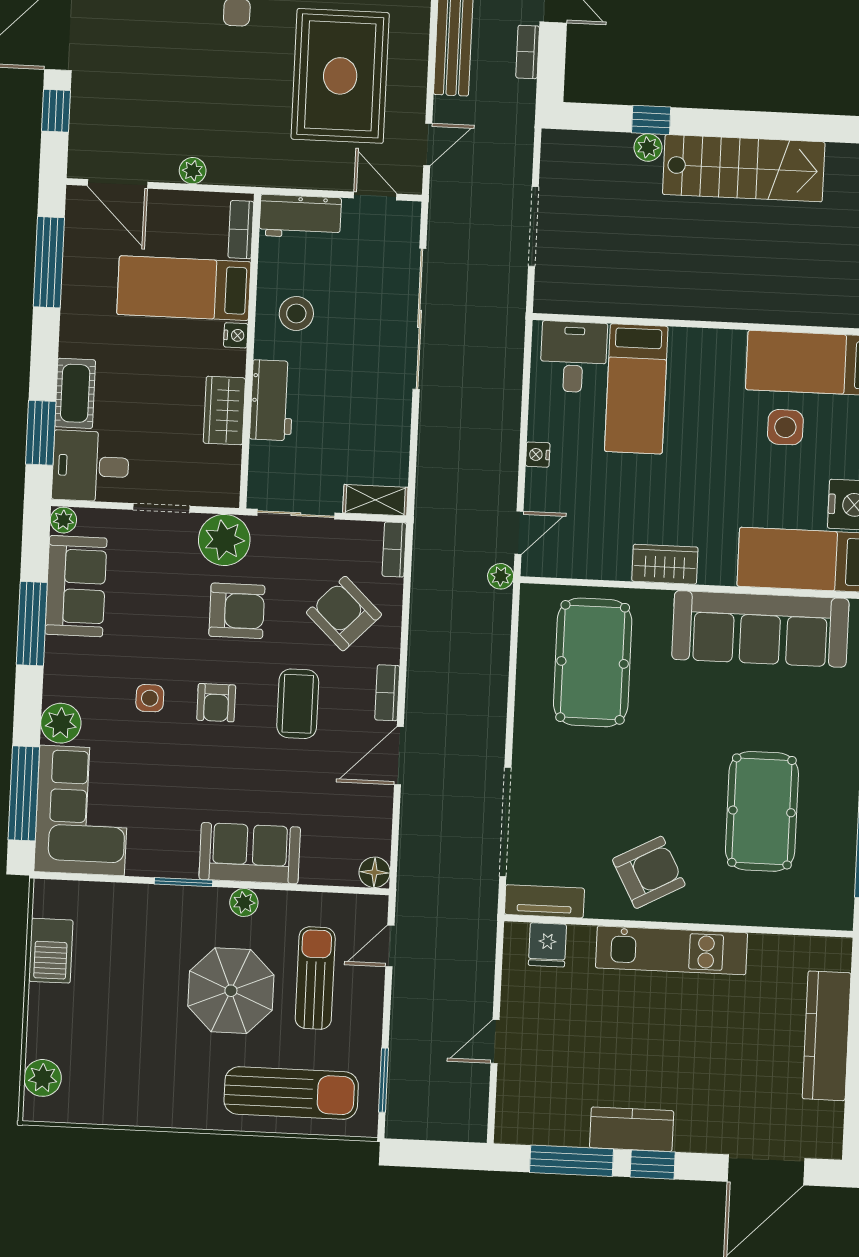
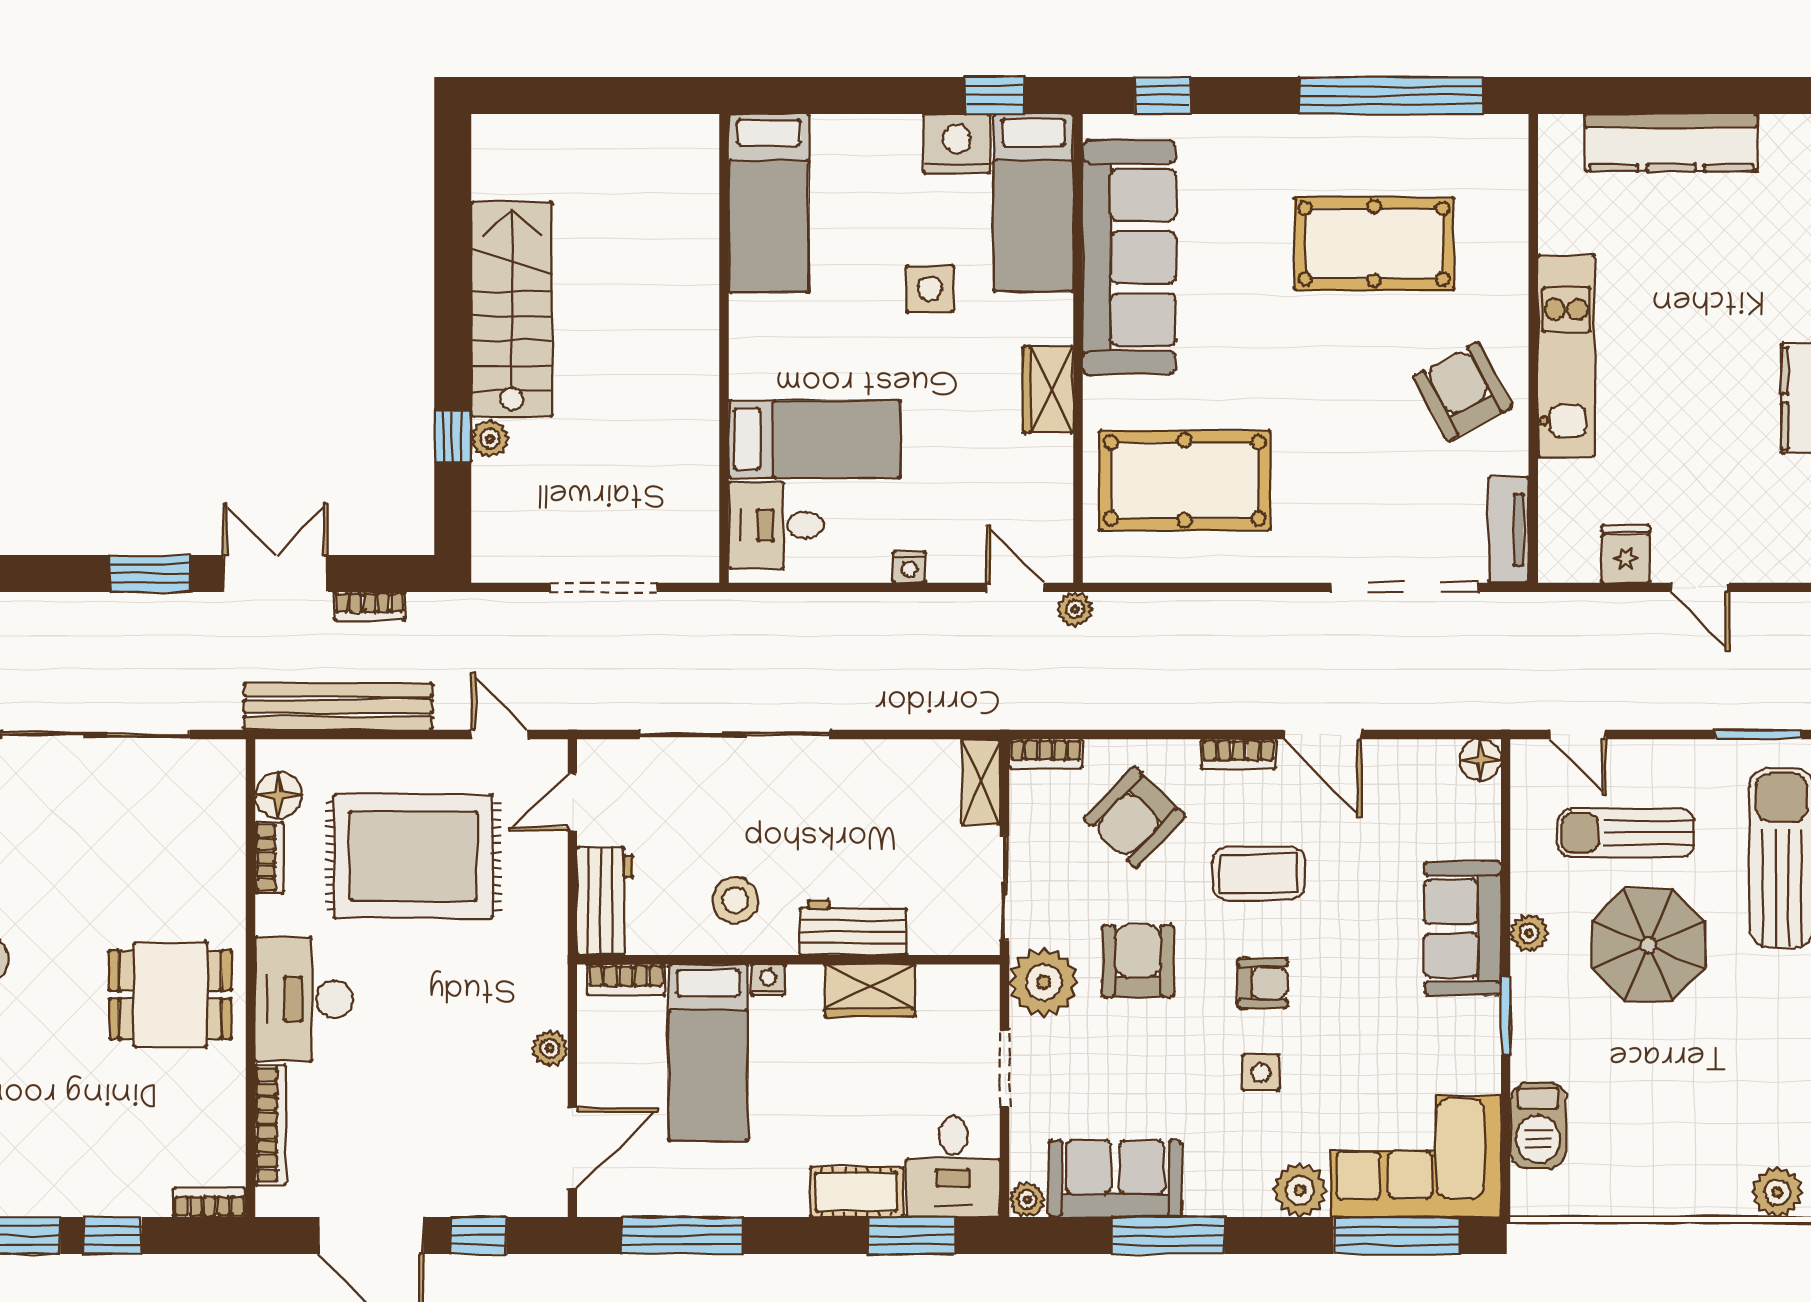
side table: (785, 427) -> (930, 289), moved
fridge: (547, 945) -> (1626, 554), moved, turned -90
barbecue: (51, 951) -> (1538, 1125), moved, turned 90

